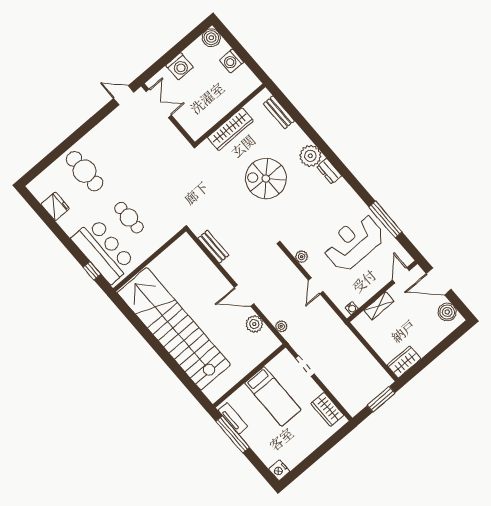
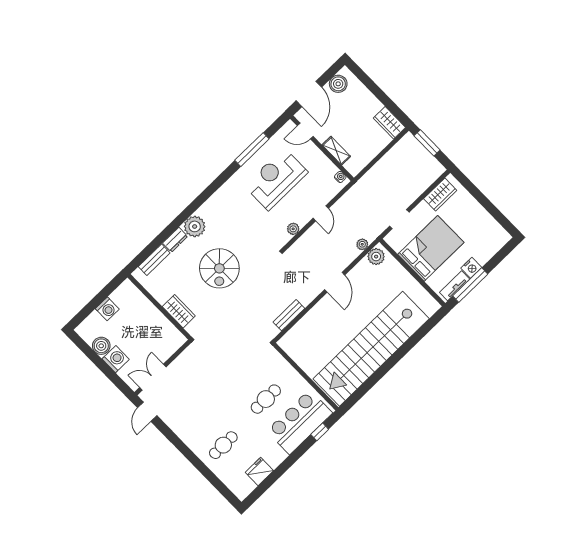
boiler: (211, 38) -> (101, 346), moved
wardrobe: (230, 129) -> (179, 311), width x0.67
cafe table: (85, 171) -> (223, 445), width x0.73, depth x0.74
dresser: (329, 171) -> (175, 240), moved
reception desk: (354, 242) -> (276, 179), turned 90
door: (316, 286) -> (321, 213), hinge flipped
plant: (254, 324) -> (376, 257), moved
bed: (273, 396) -> (431, 248), width x1.50
nightstand: (279, 470) -> (471, 268), moved

